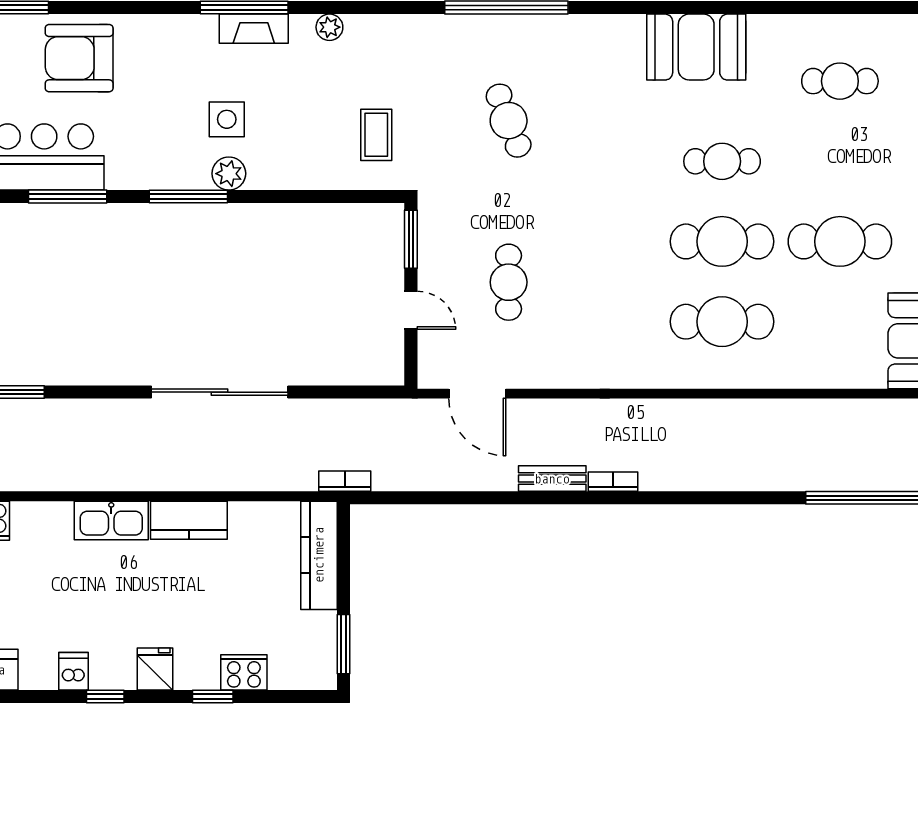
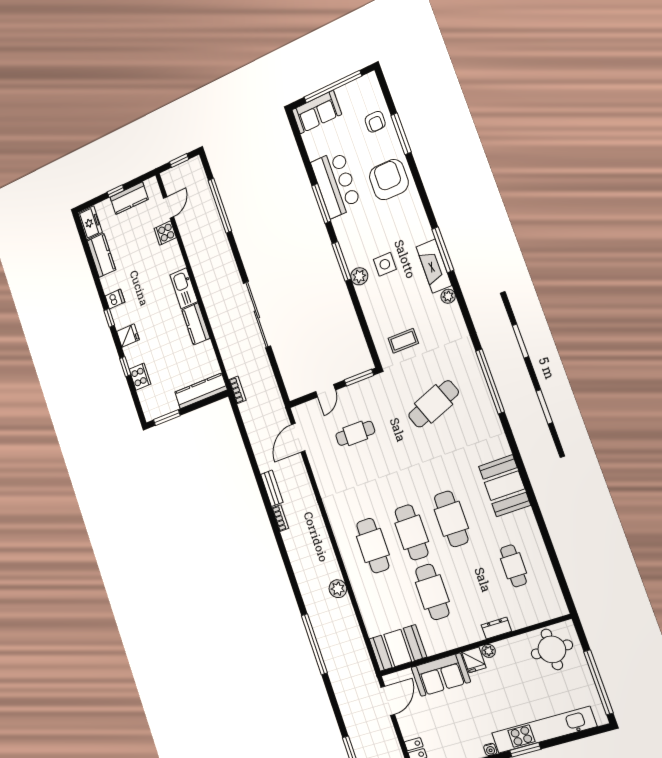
fireplace: (254, 29) -> (434, 266), width x1.37, depth x1.32
cafe table: (509, 121) -> (434, 404), width x1.37, depth x1.35
cafe table: (722, 161) -> (451, 519), width x1.37, depth x1.35
plant: (779, 416) -> (338, 589), added

